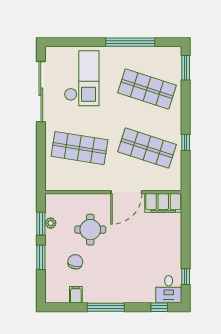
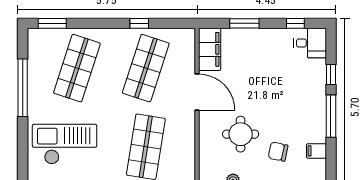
window: (186, 233) -> (244, 23), added
window: (159, 307) -> (331, 75), moved

